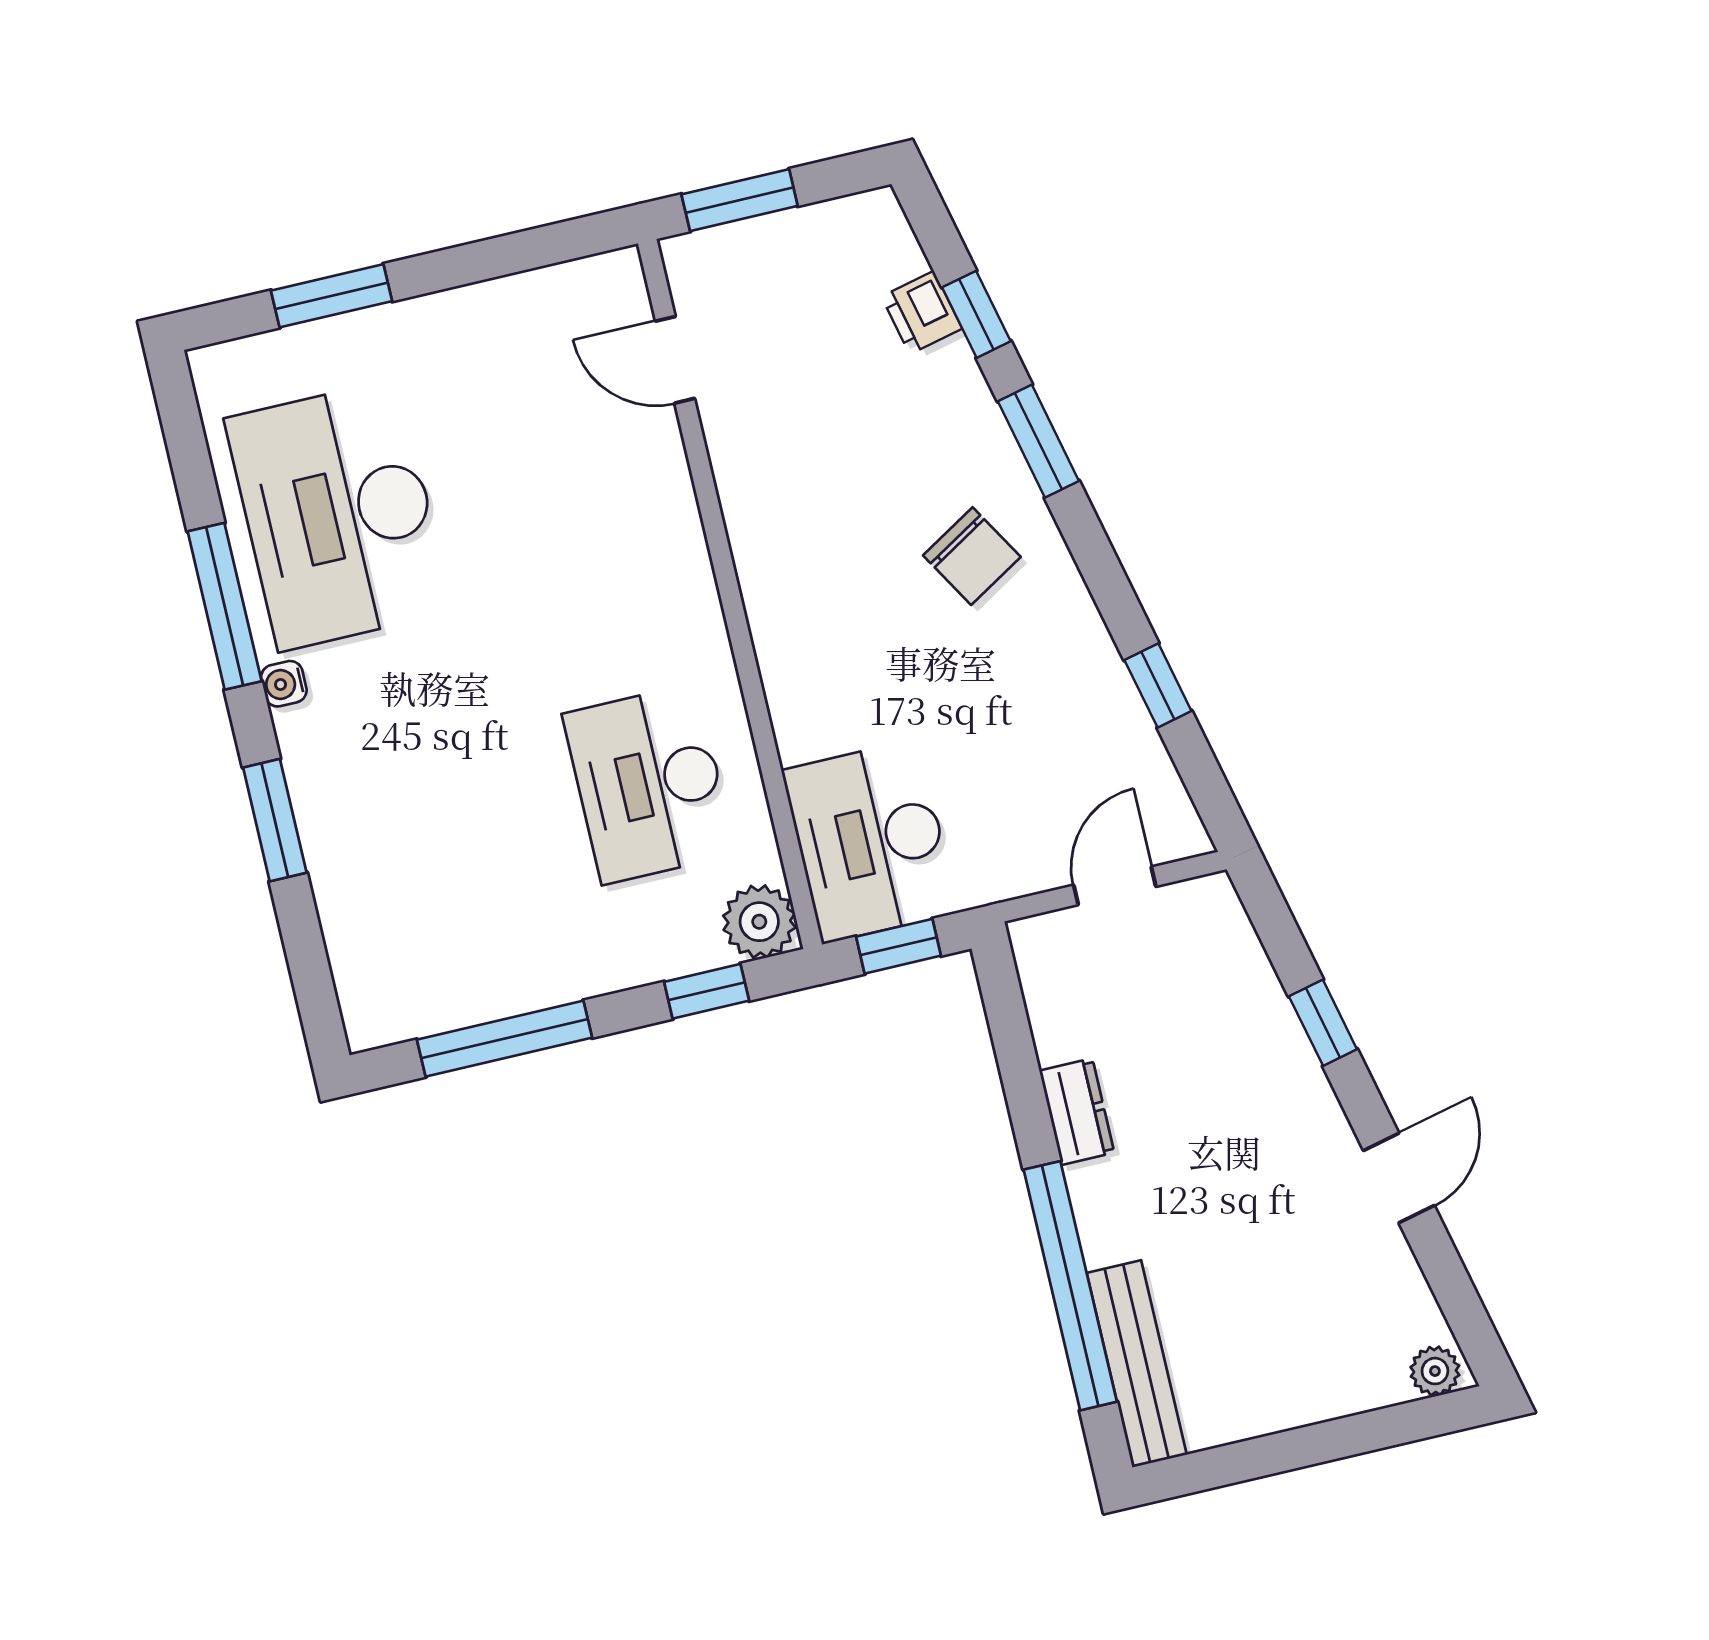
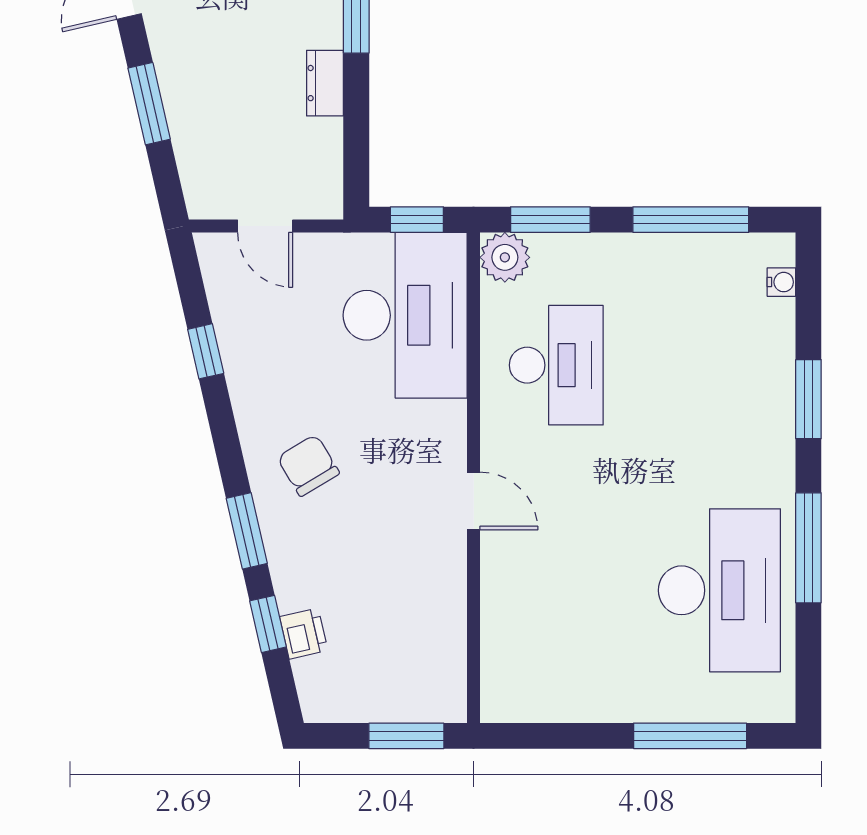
window: (332, 296) -> (690, 736), width x1.44
door: (675, 360) -> (474, 501), moved
water cooler: (284, 684) -> (781, 282), moved
desk: (870, 841) -> (405, 315), width x1.36, depth x1.30
door: (1115, 886) -> (265, 226), hinge flipped
window: (707, 991) -> (550, 220), width x1.50
window: (1323, 1023) -> (149, 104), width x1.50

